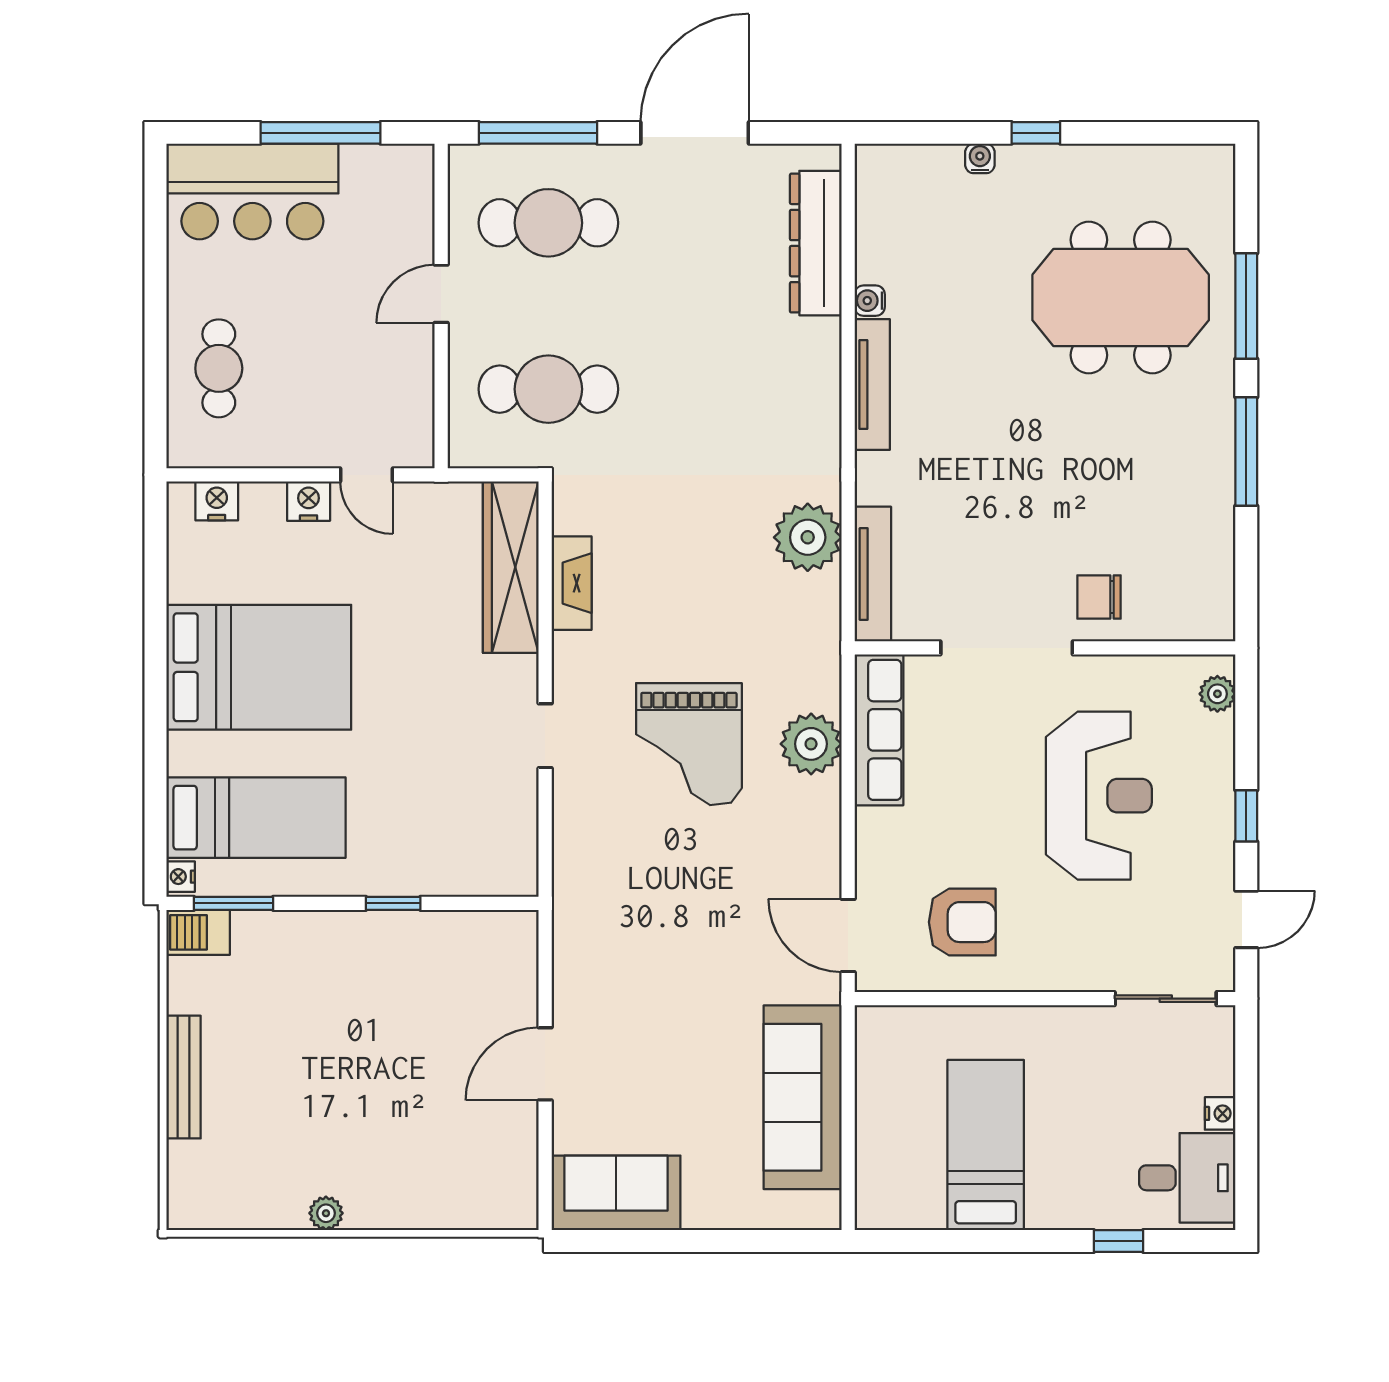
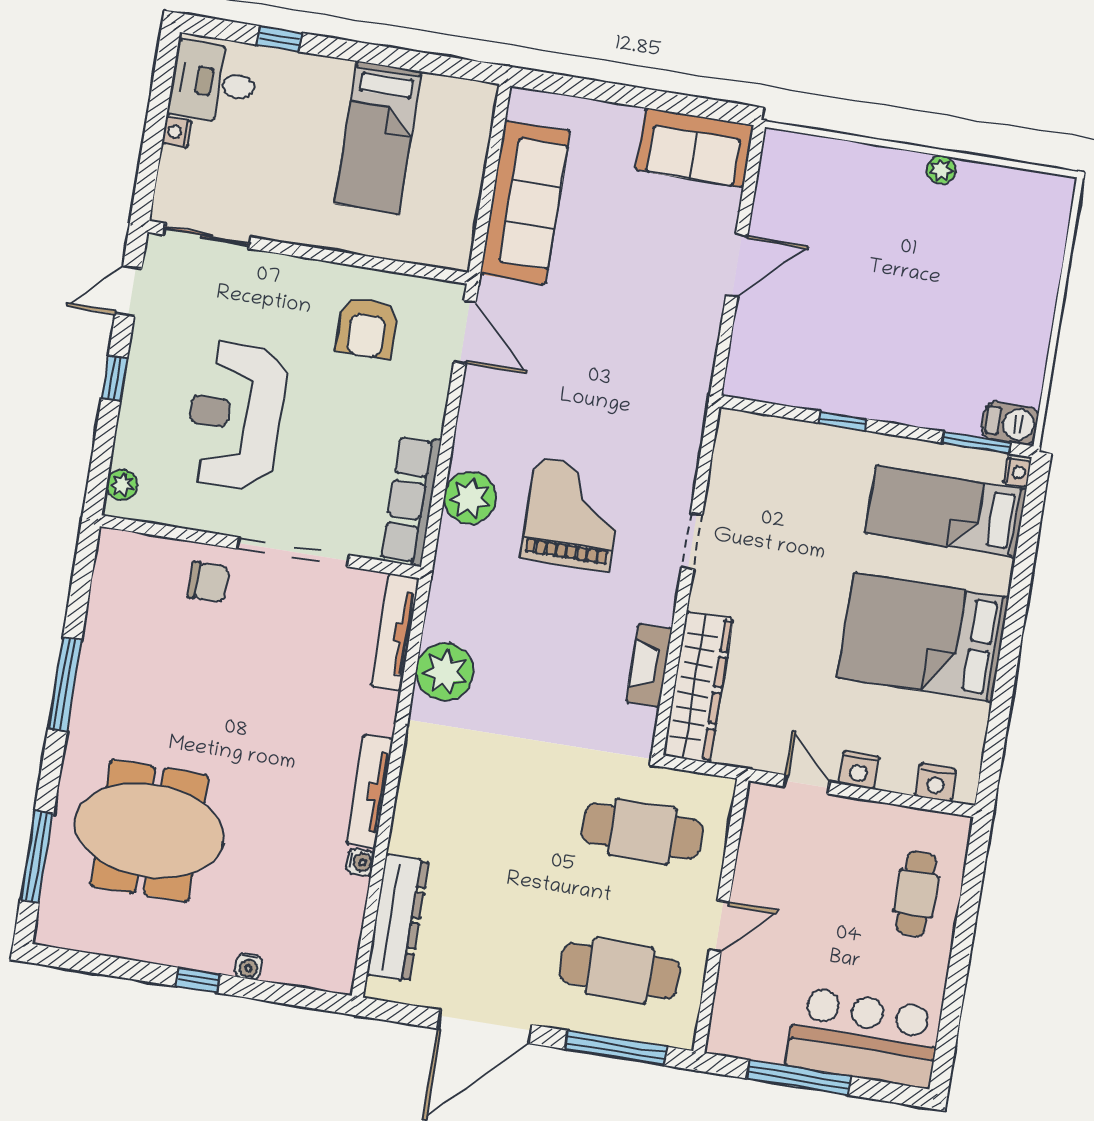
window: (1246, 306) -> (37, 856), moved
armchair: (962, 922) -> (367, 328), turned -90
bench: (183, 1077) -> (1042, 304), removed

